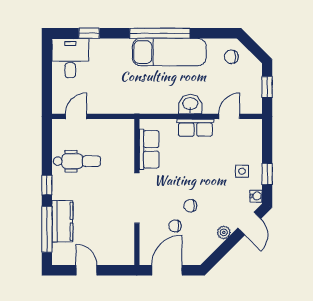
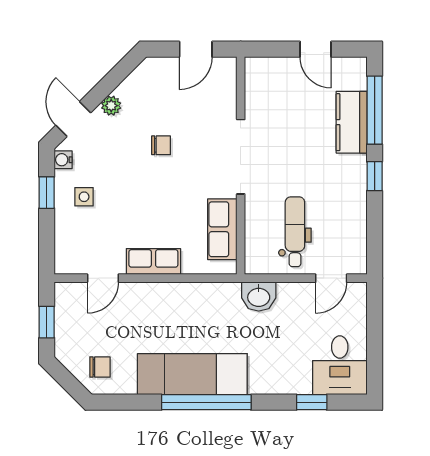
washbasin: (190, 104) -> (259, 297), moved
dental chair: (77, 161) -> (295, 232), moved, turned 90
chair: (175, 226) -> (184, 115), removed
door: (167, 270) -> (196, 49), width x0.73

